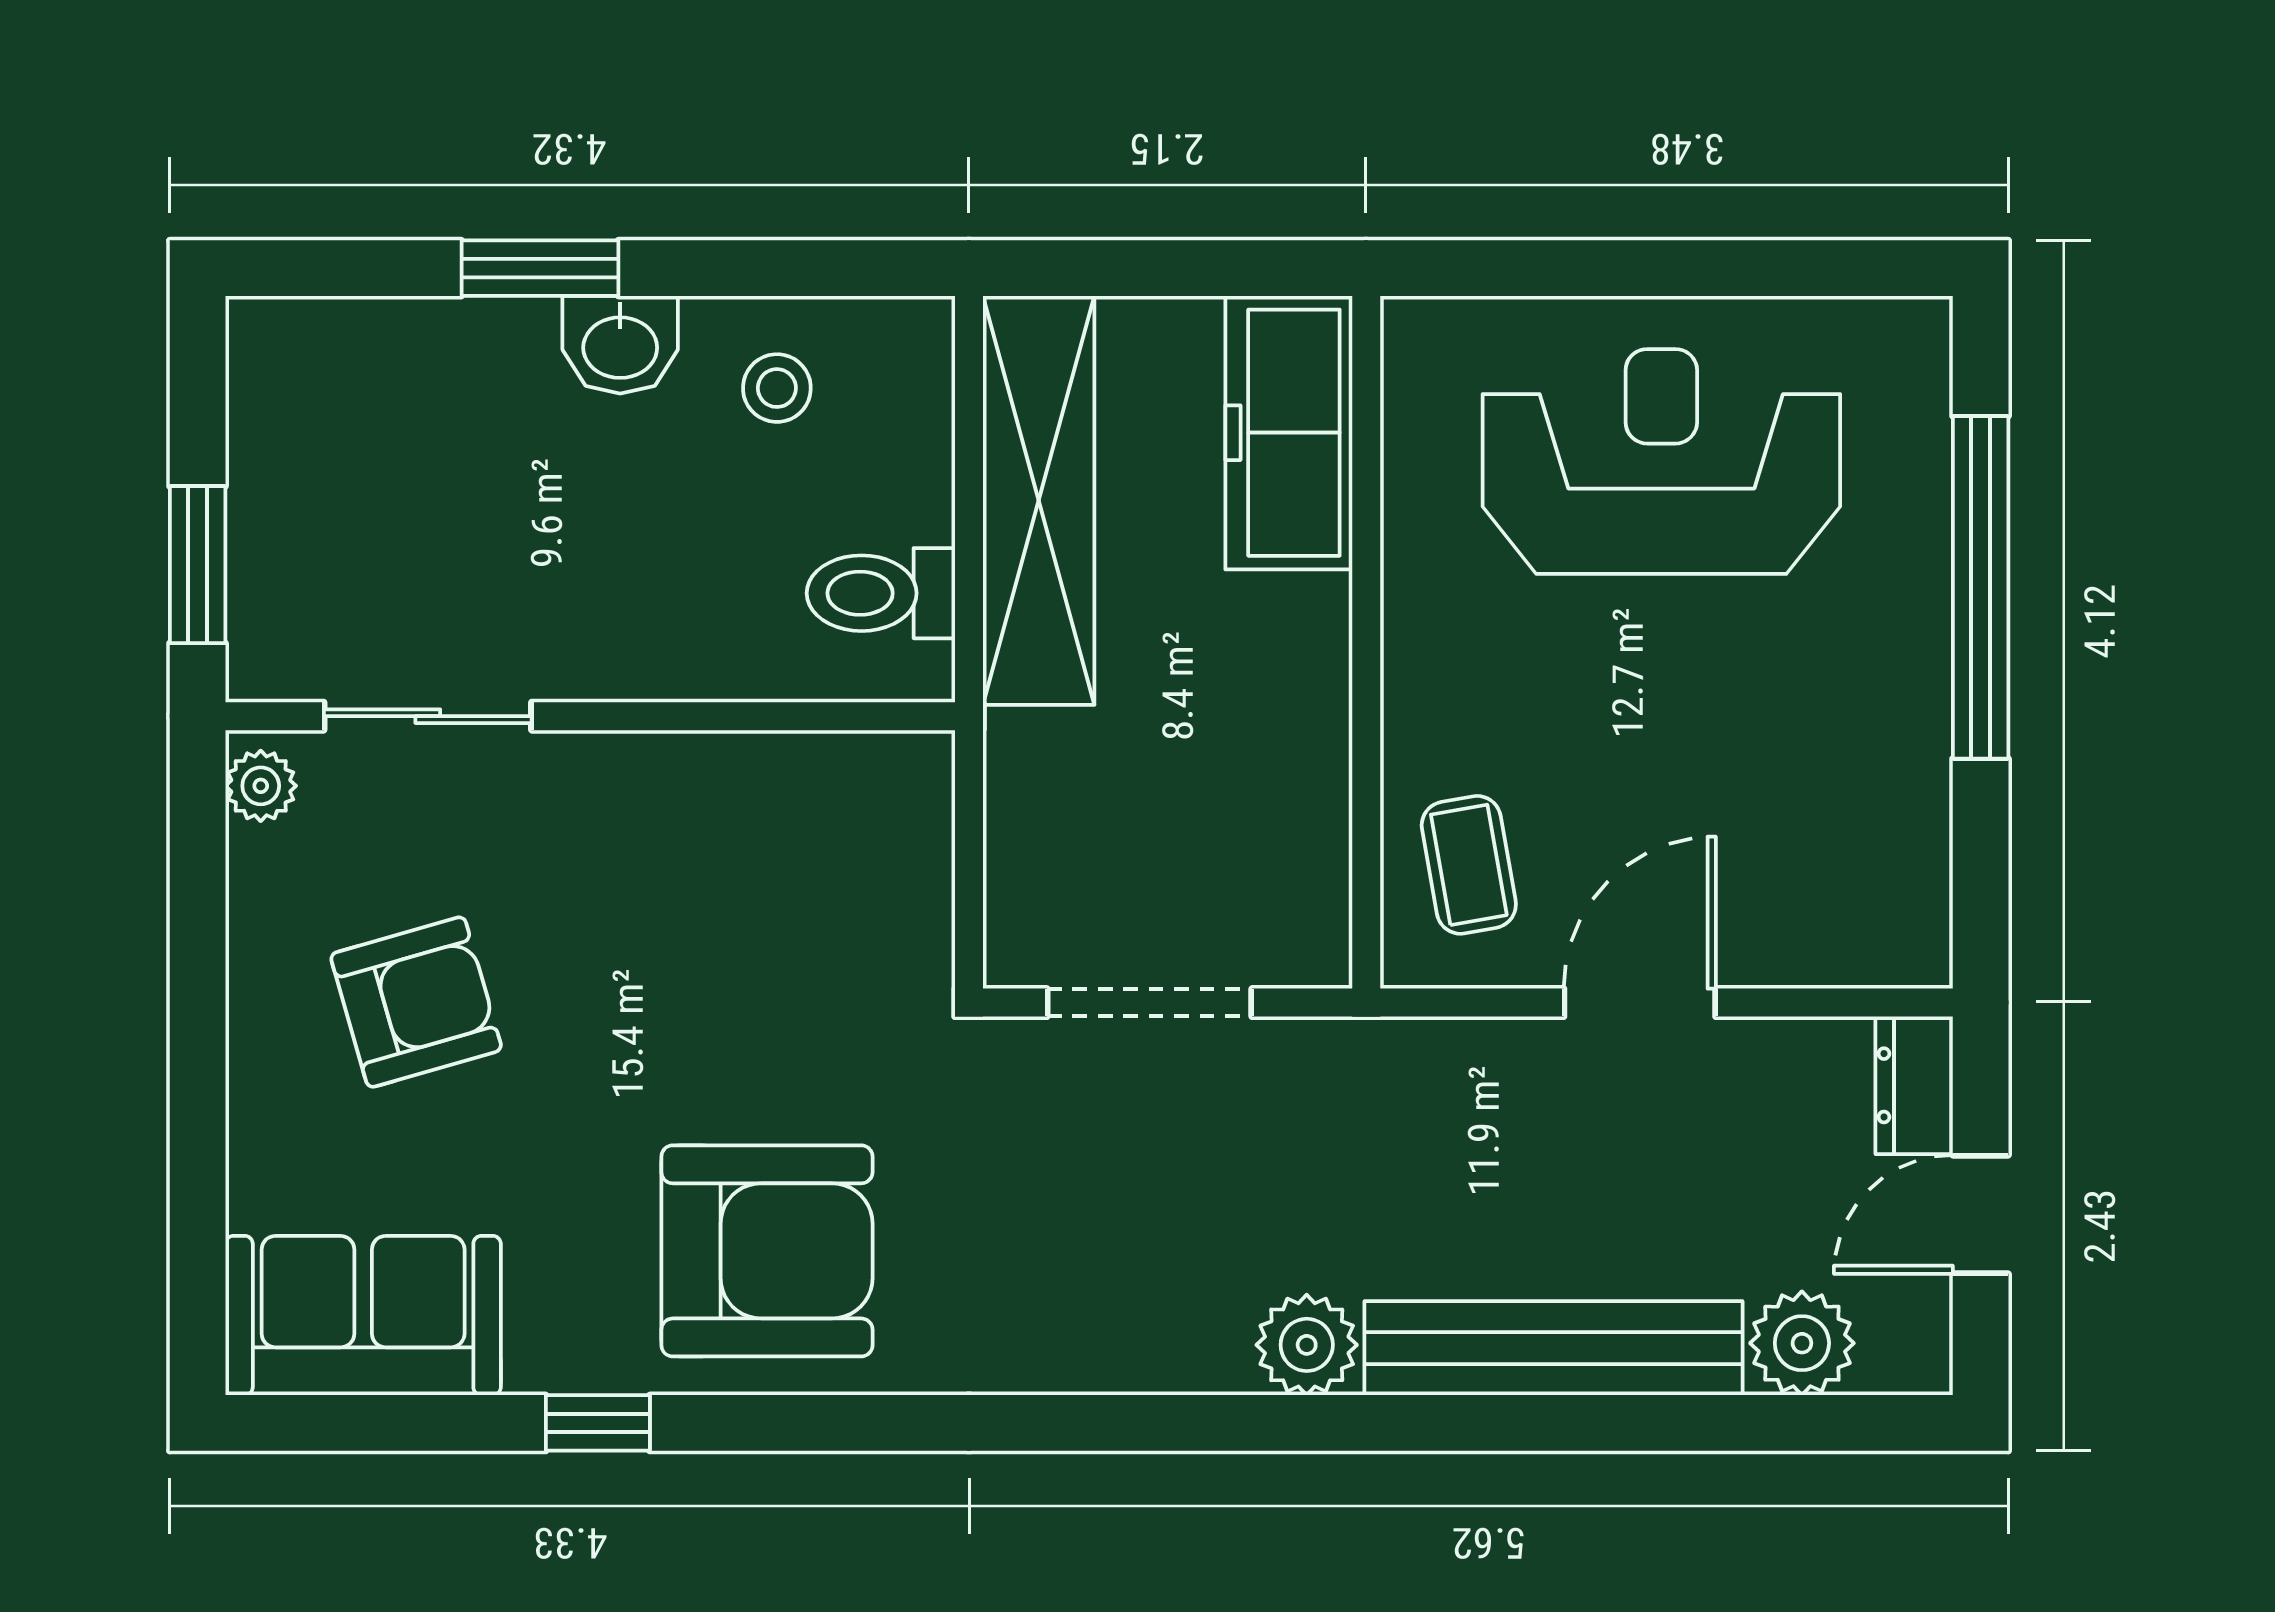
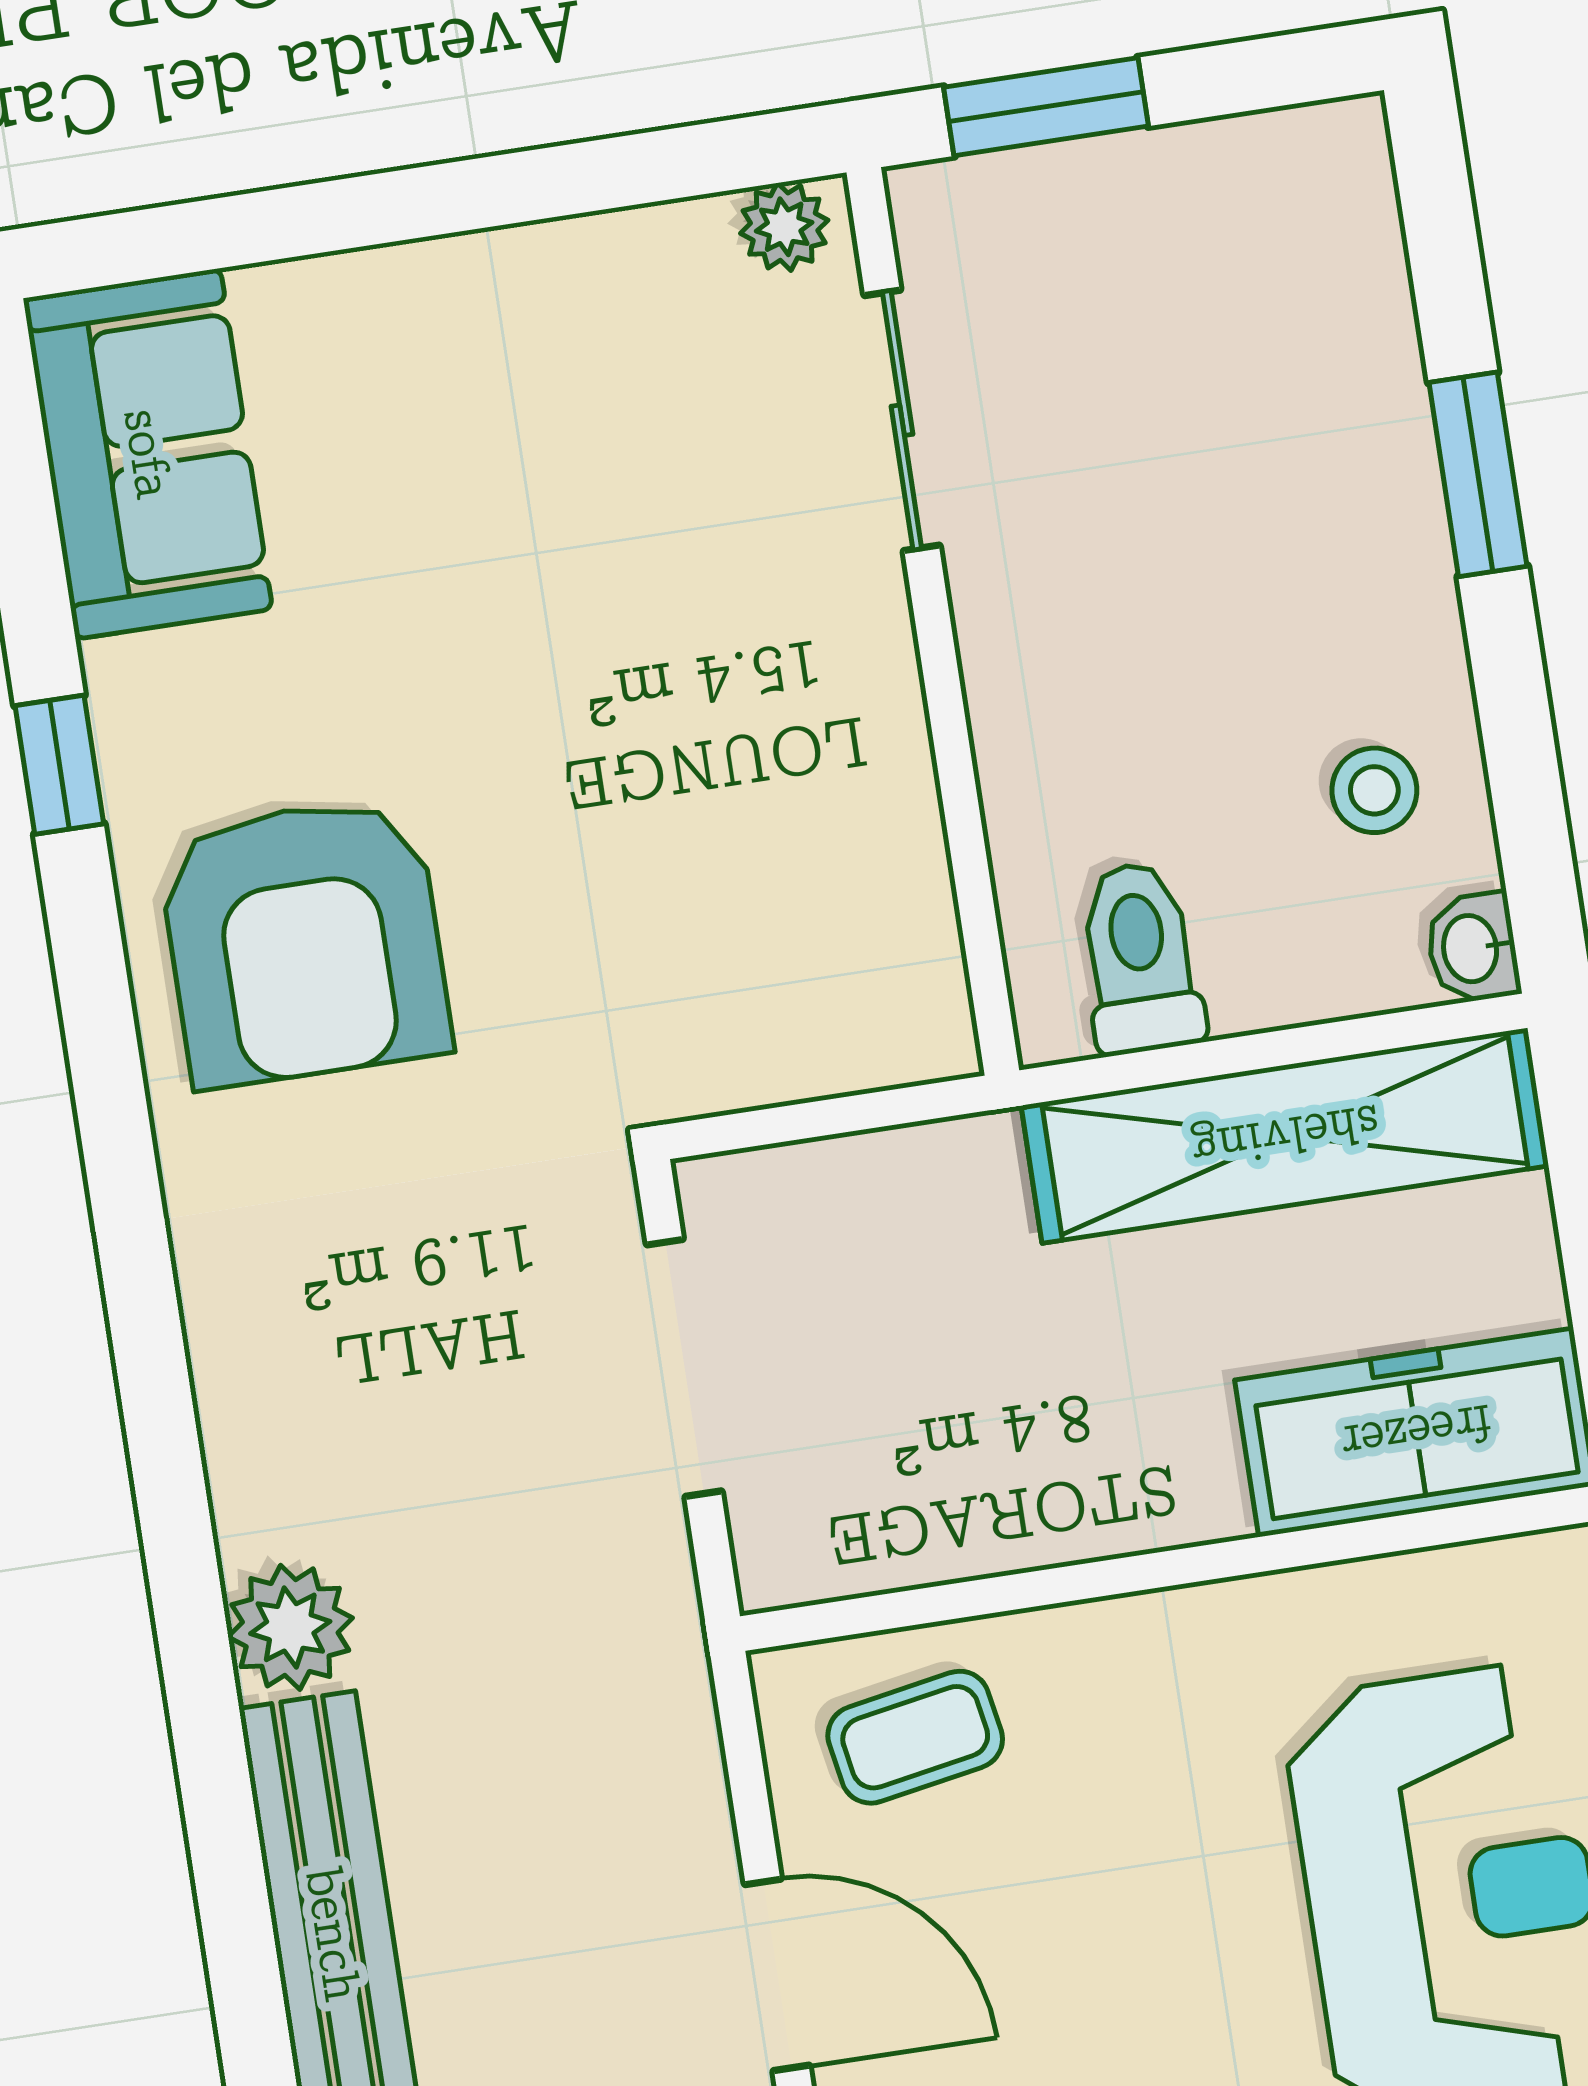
washbasin: (620, 345) -> (1473, 948), moved, width x0.72, depth x0.69
armchair: (416, 1002) -> (546, 460), removed

